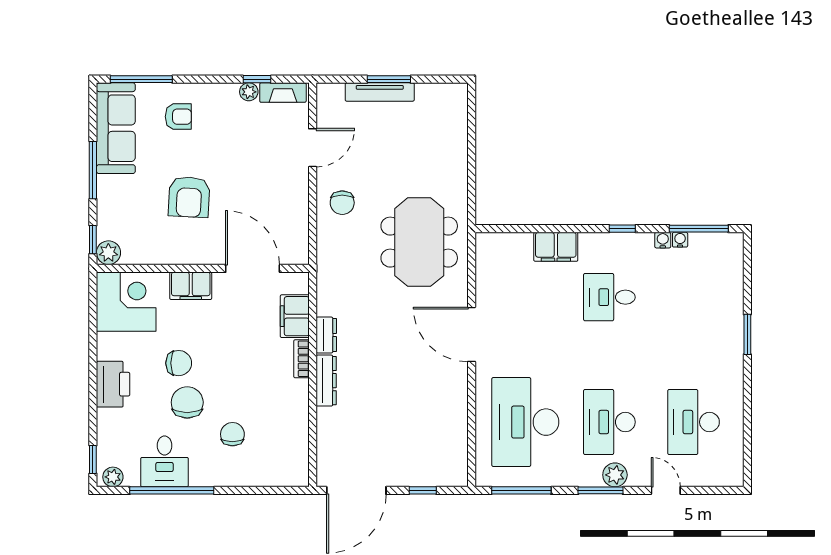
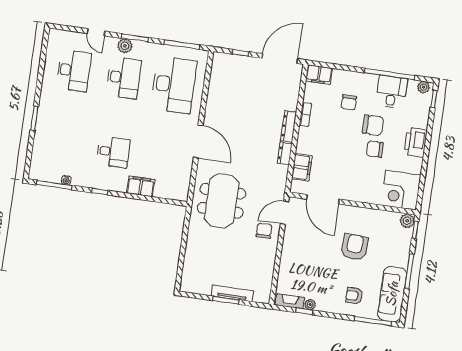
door: (313, 148) -> (284, 213), moved
water cooler: (663, 240) -> (77, 181), removed
filing cabinet: (191, 286) -> (319, 75), moved, turned 180
bookcase: (301, 359) -> (305, 114), moved
chair: (187, 402) -> (373, 125), turned -90

